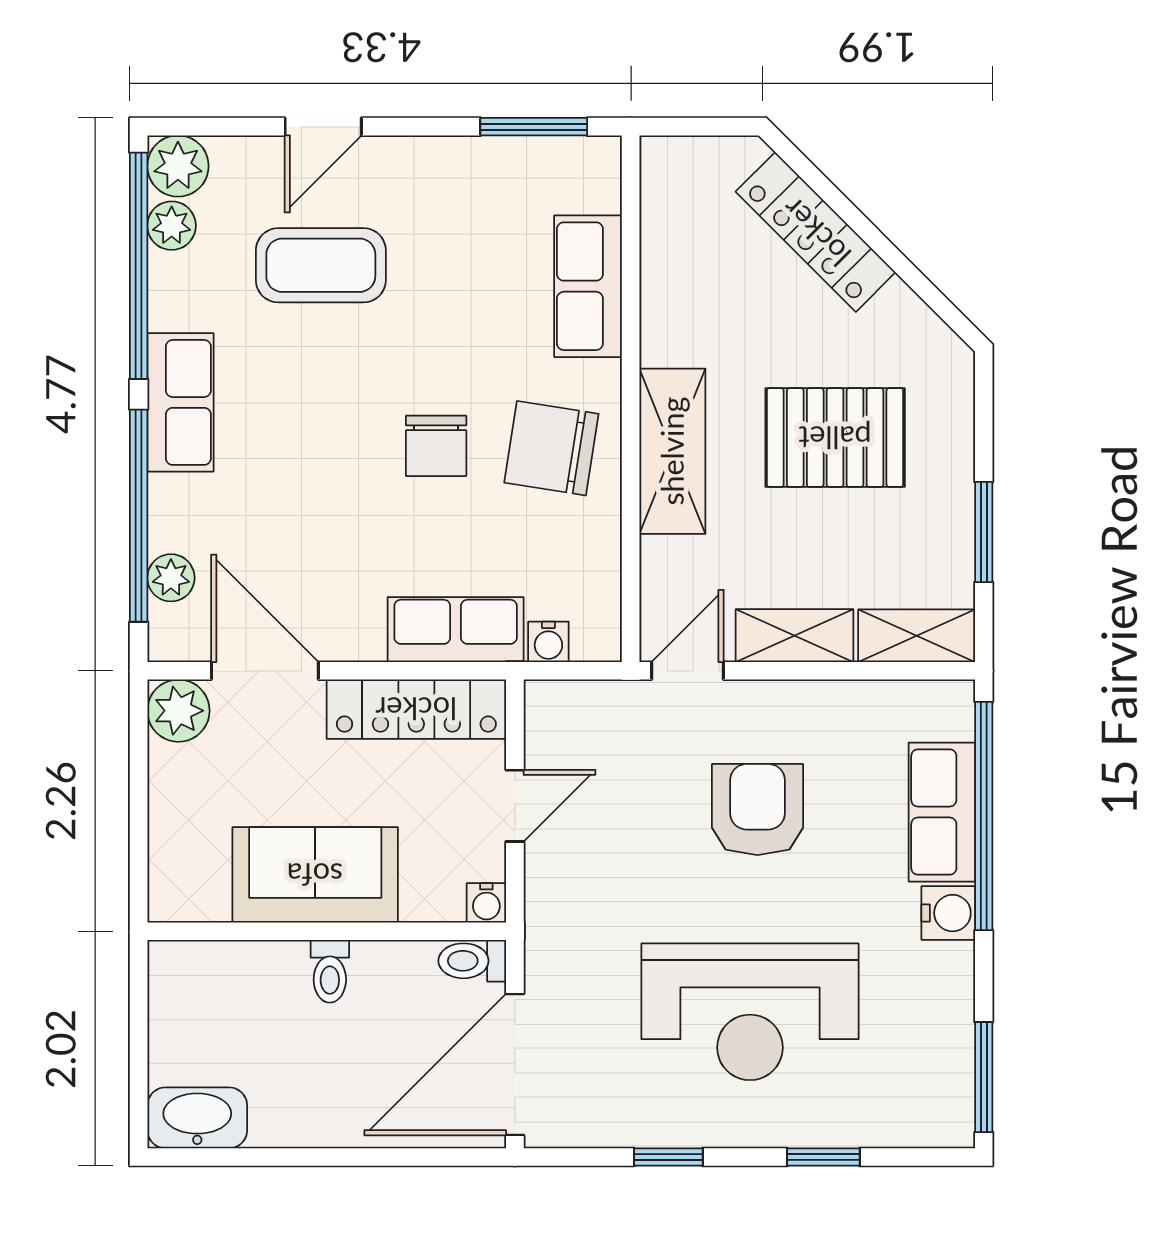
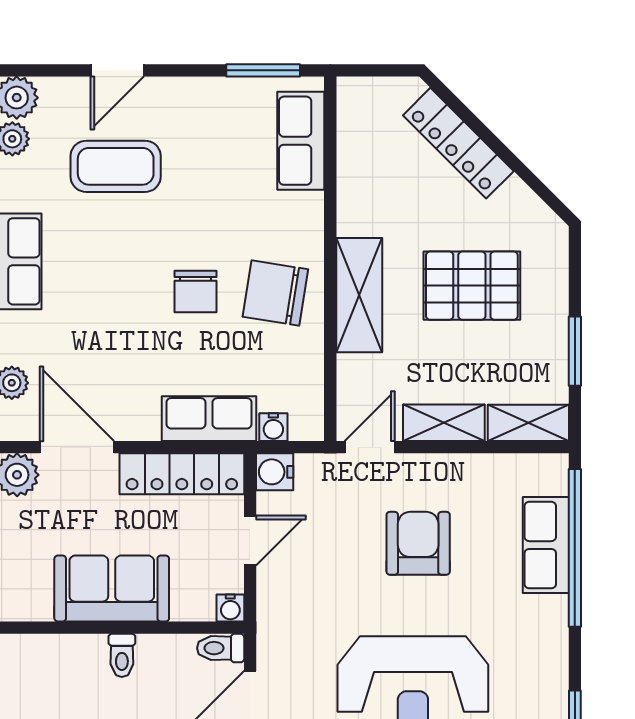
row of seats: (588, 286) -> (301, 141), moved
water cooler: (948, 913) -> (275, 472), moved, turned 180

